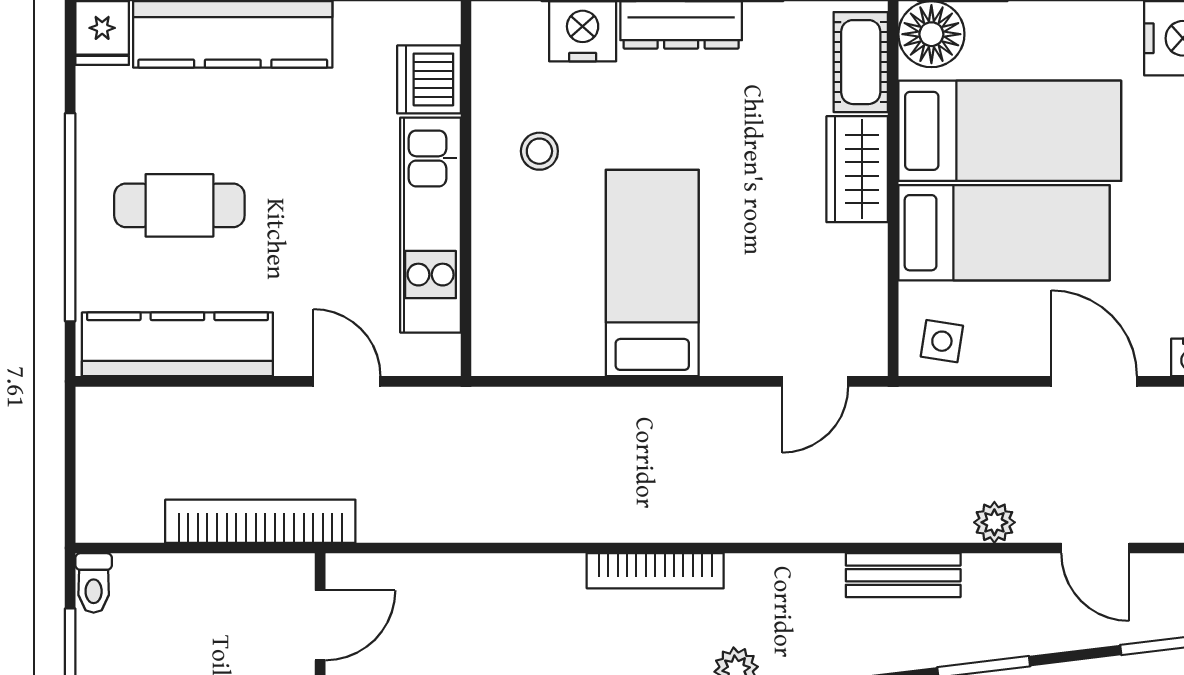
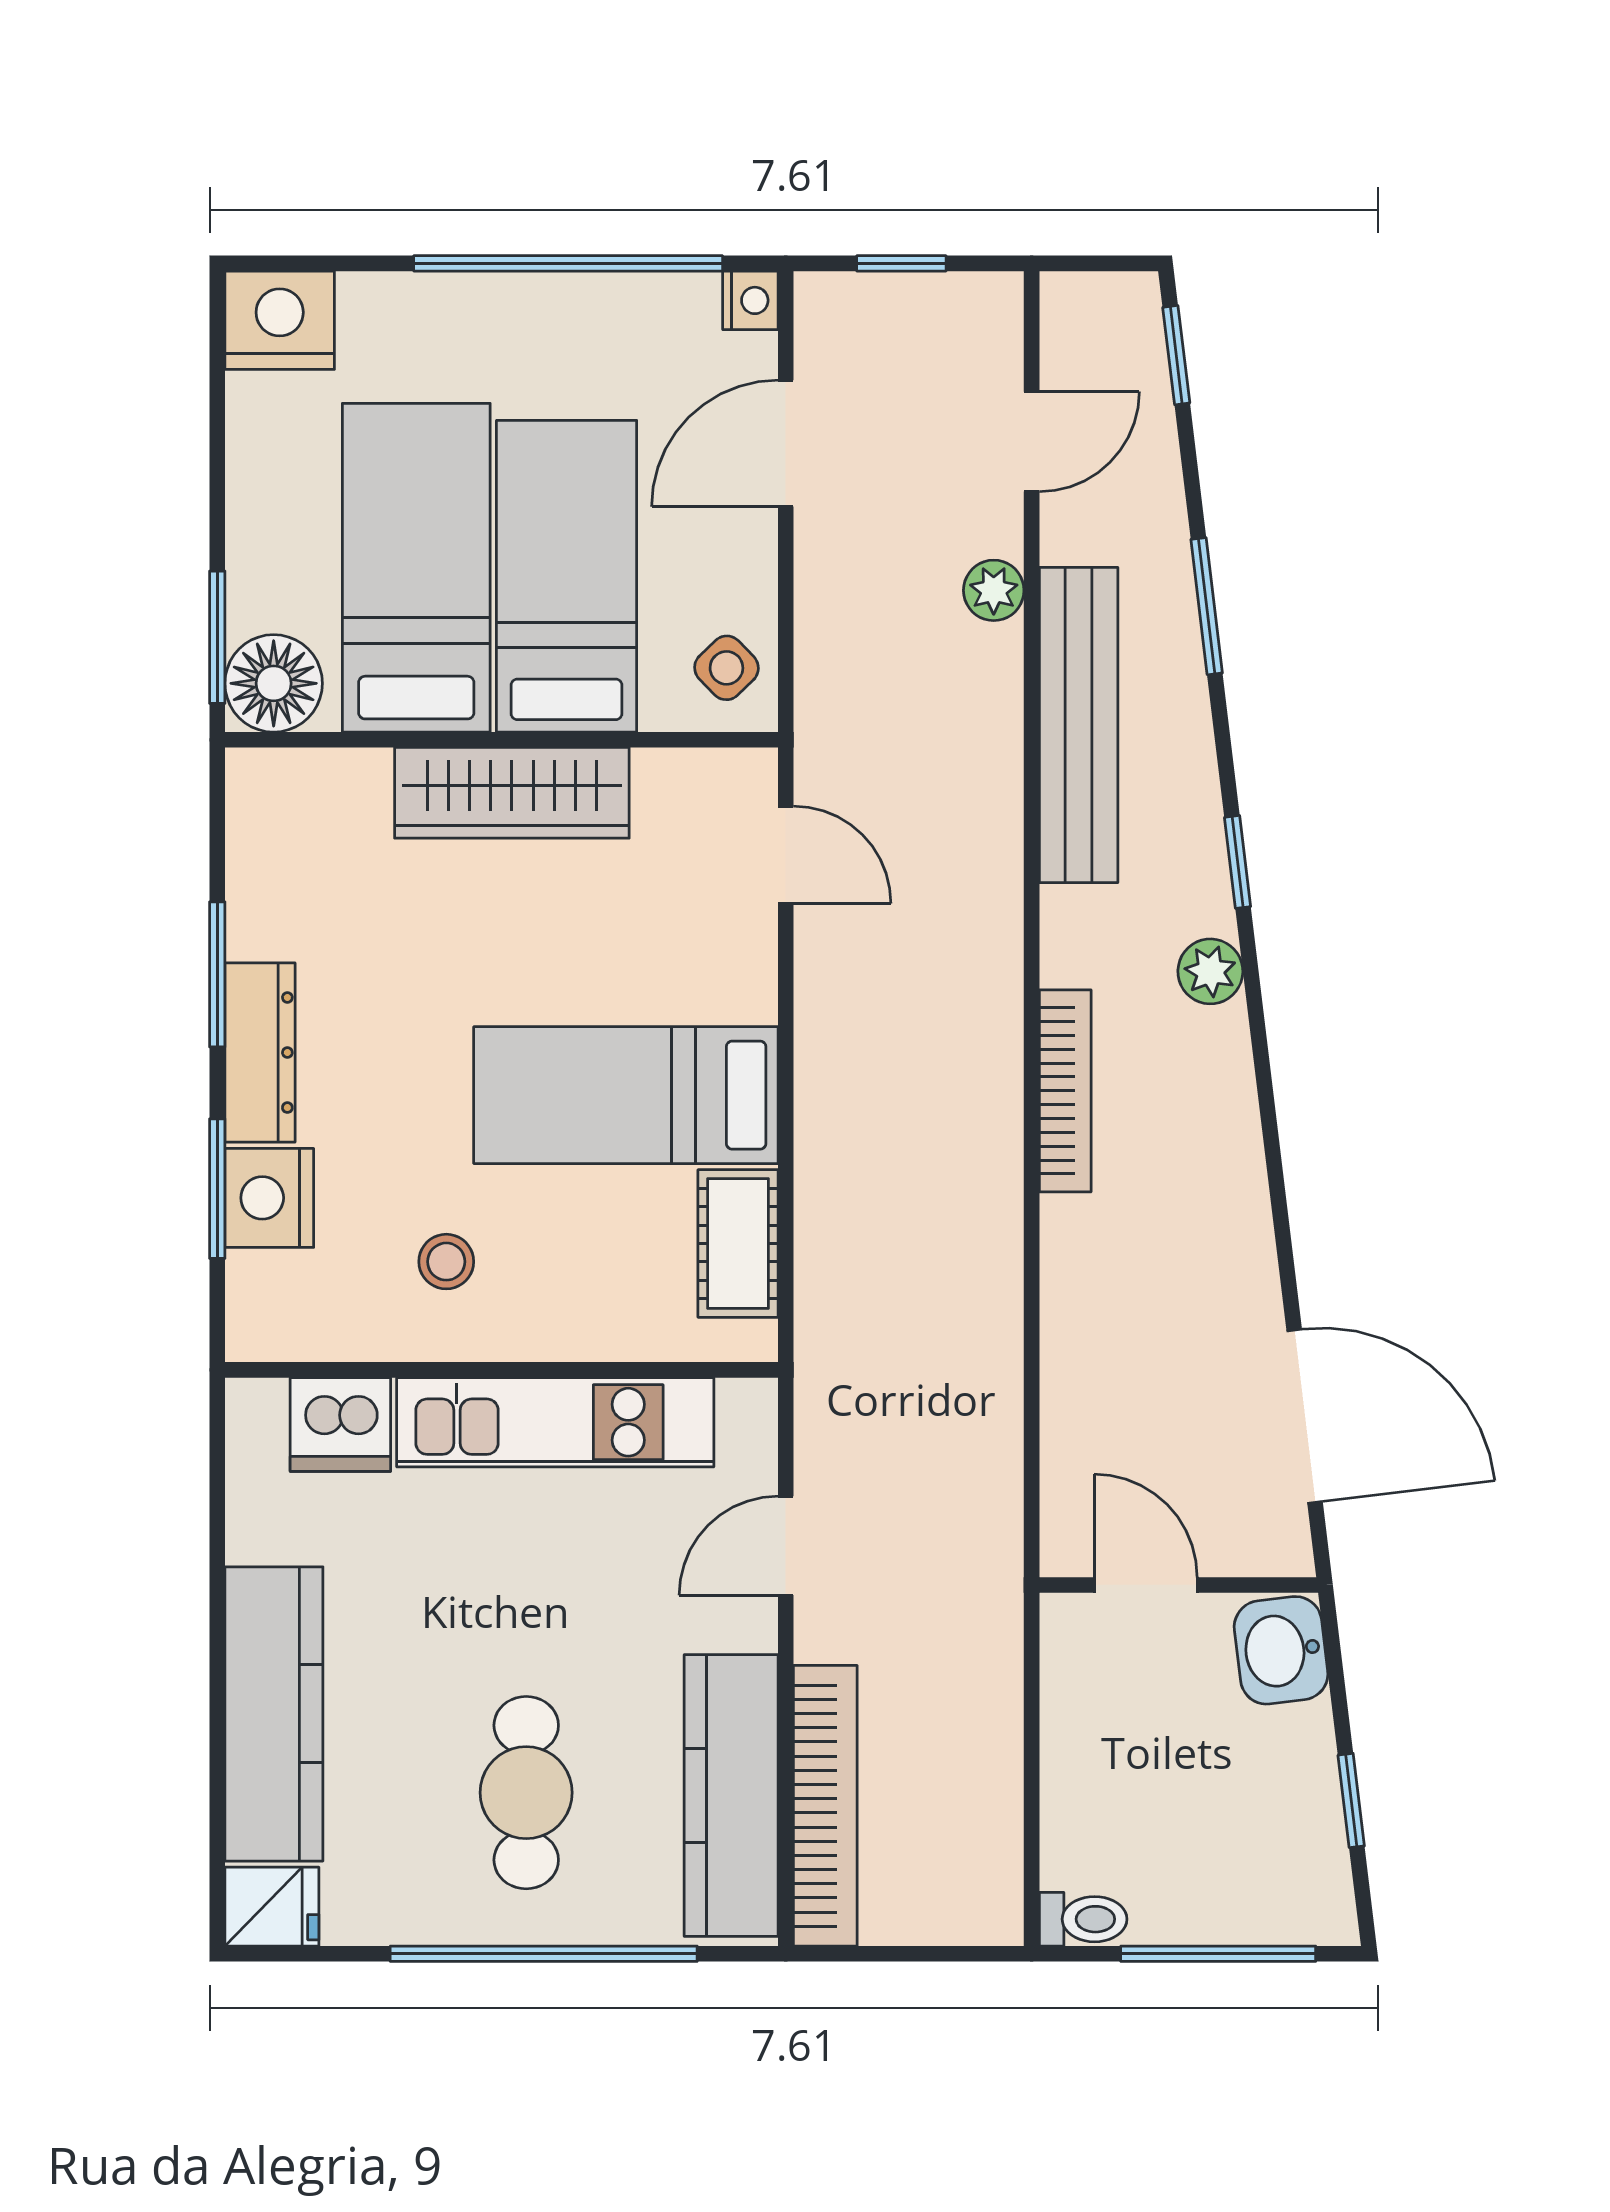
cot: (861, 62) -> (738, 1244), moved, turned 90
wardrobe: (857, 169) -> (512, 793), width x1.50
side table: (942, 341) -> (726, 668), turned 37
bookcase: (260, 521) -> (825, 1806), moved, turned 180
bench: (903, 575) -> (1079, 725), width x1.86, depth x1.21

